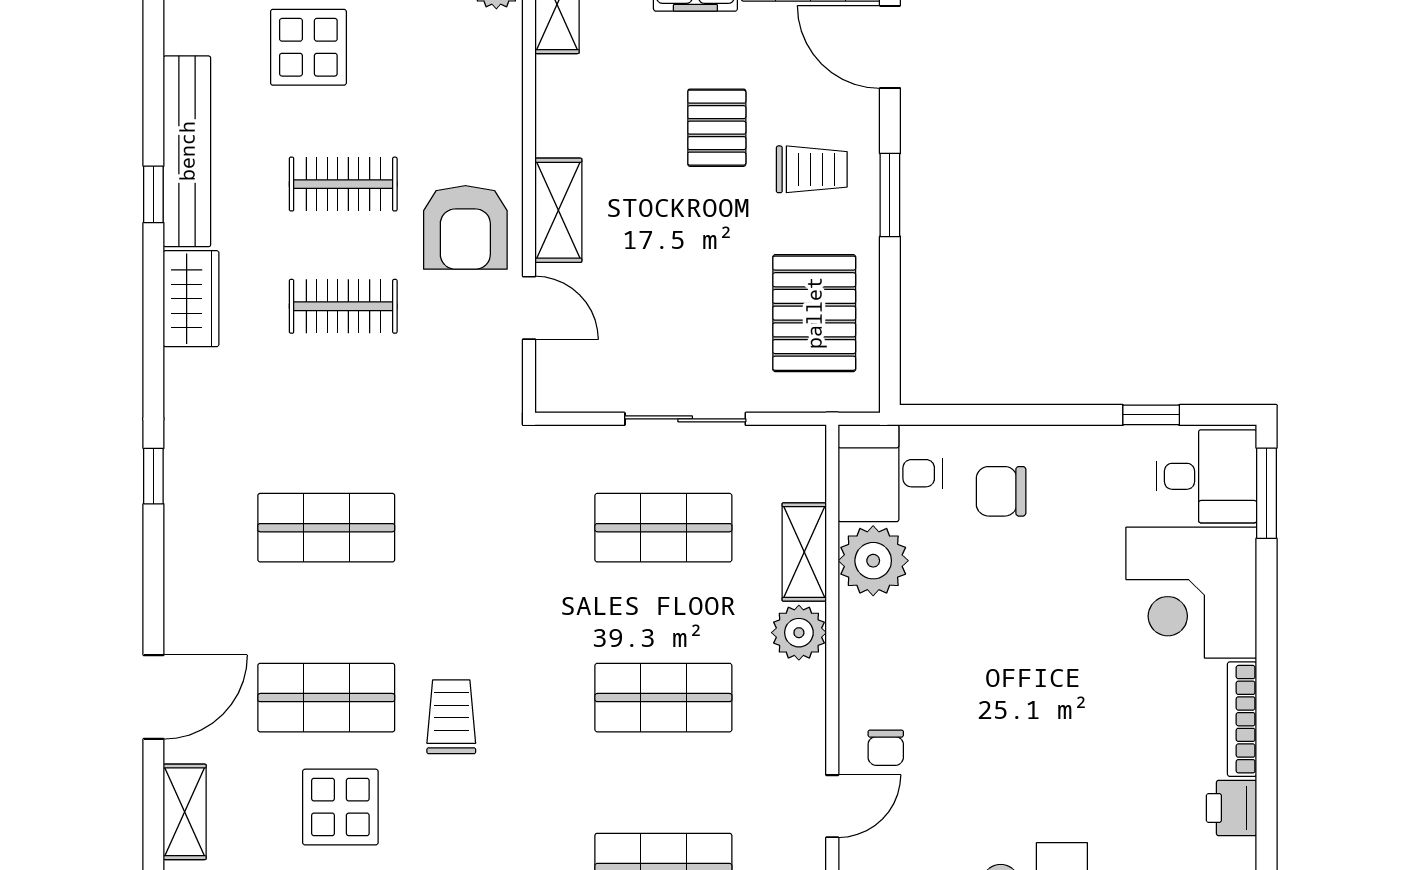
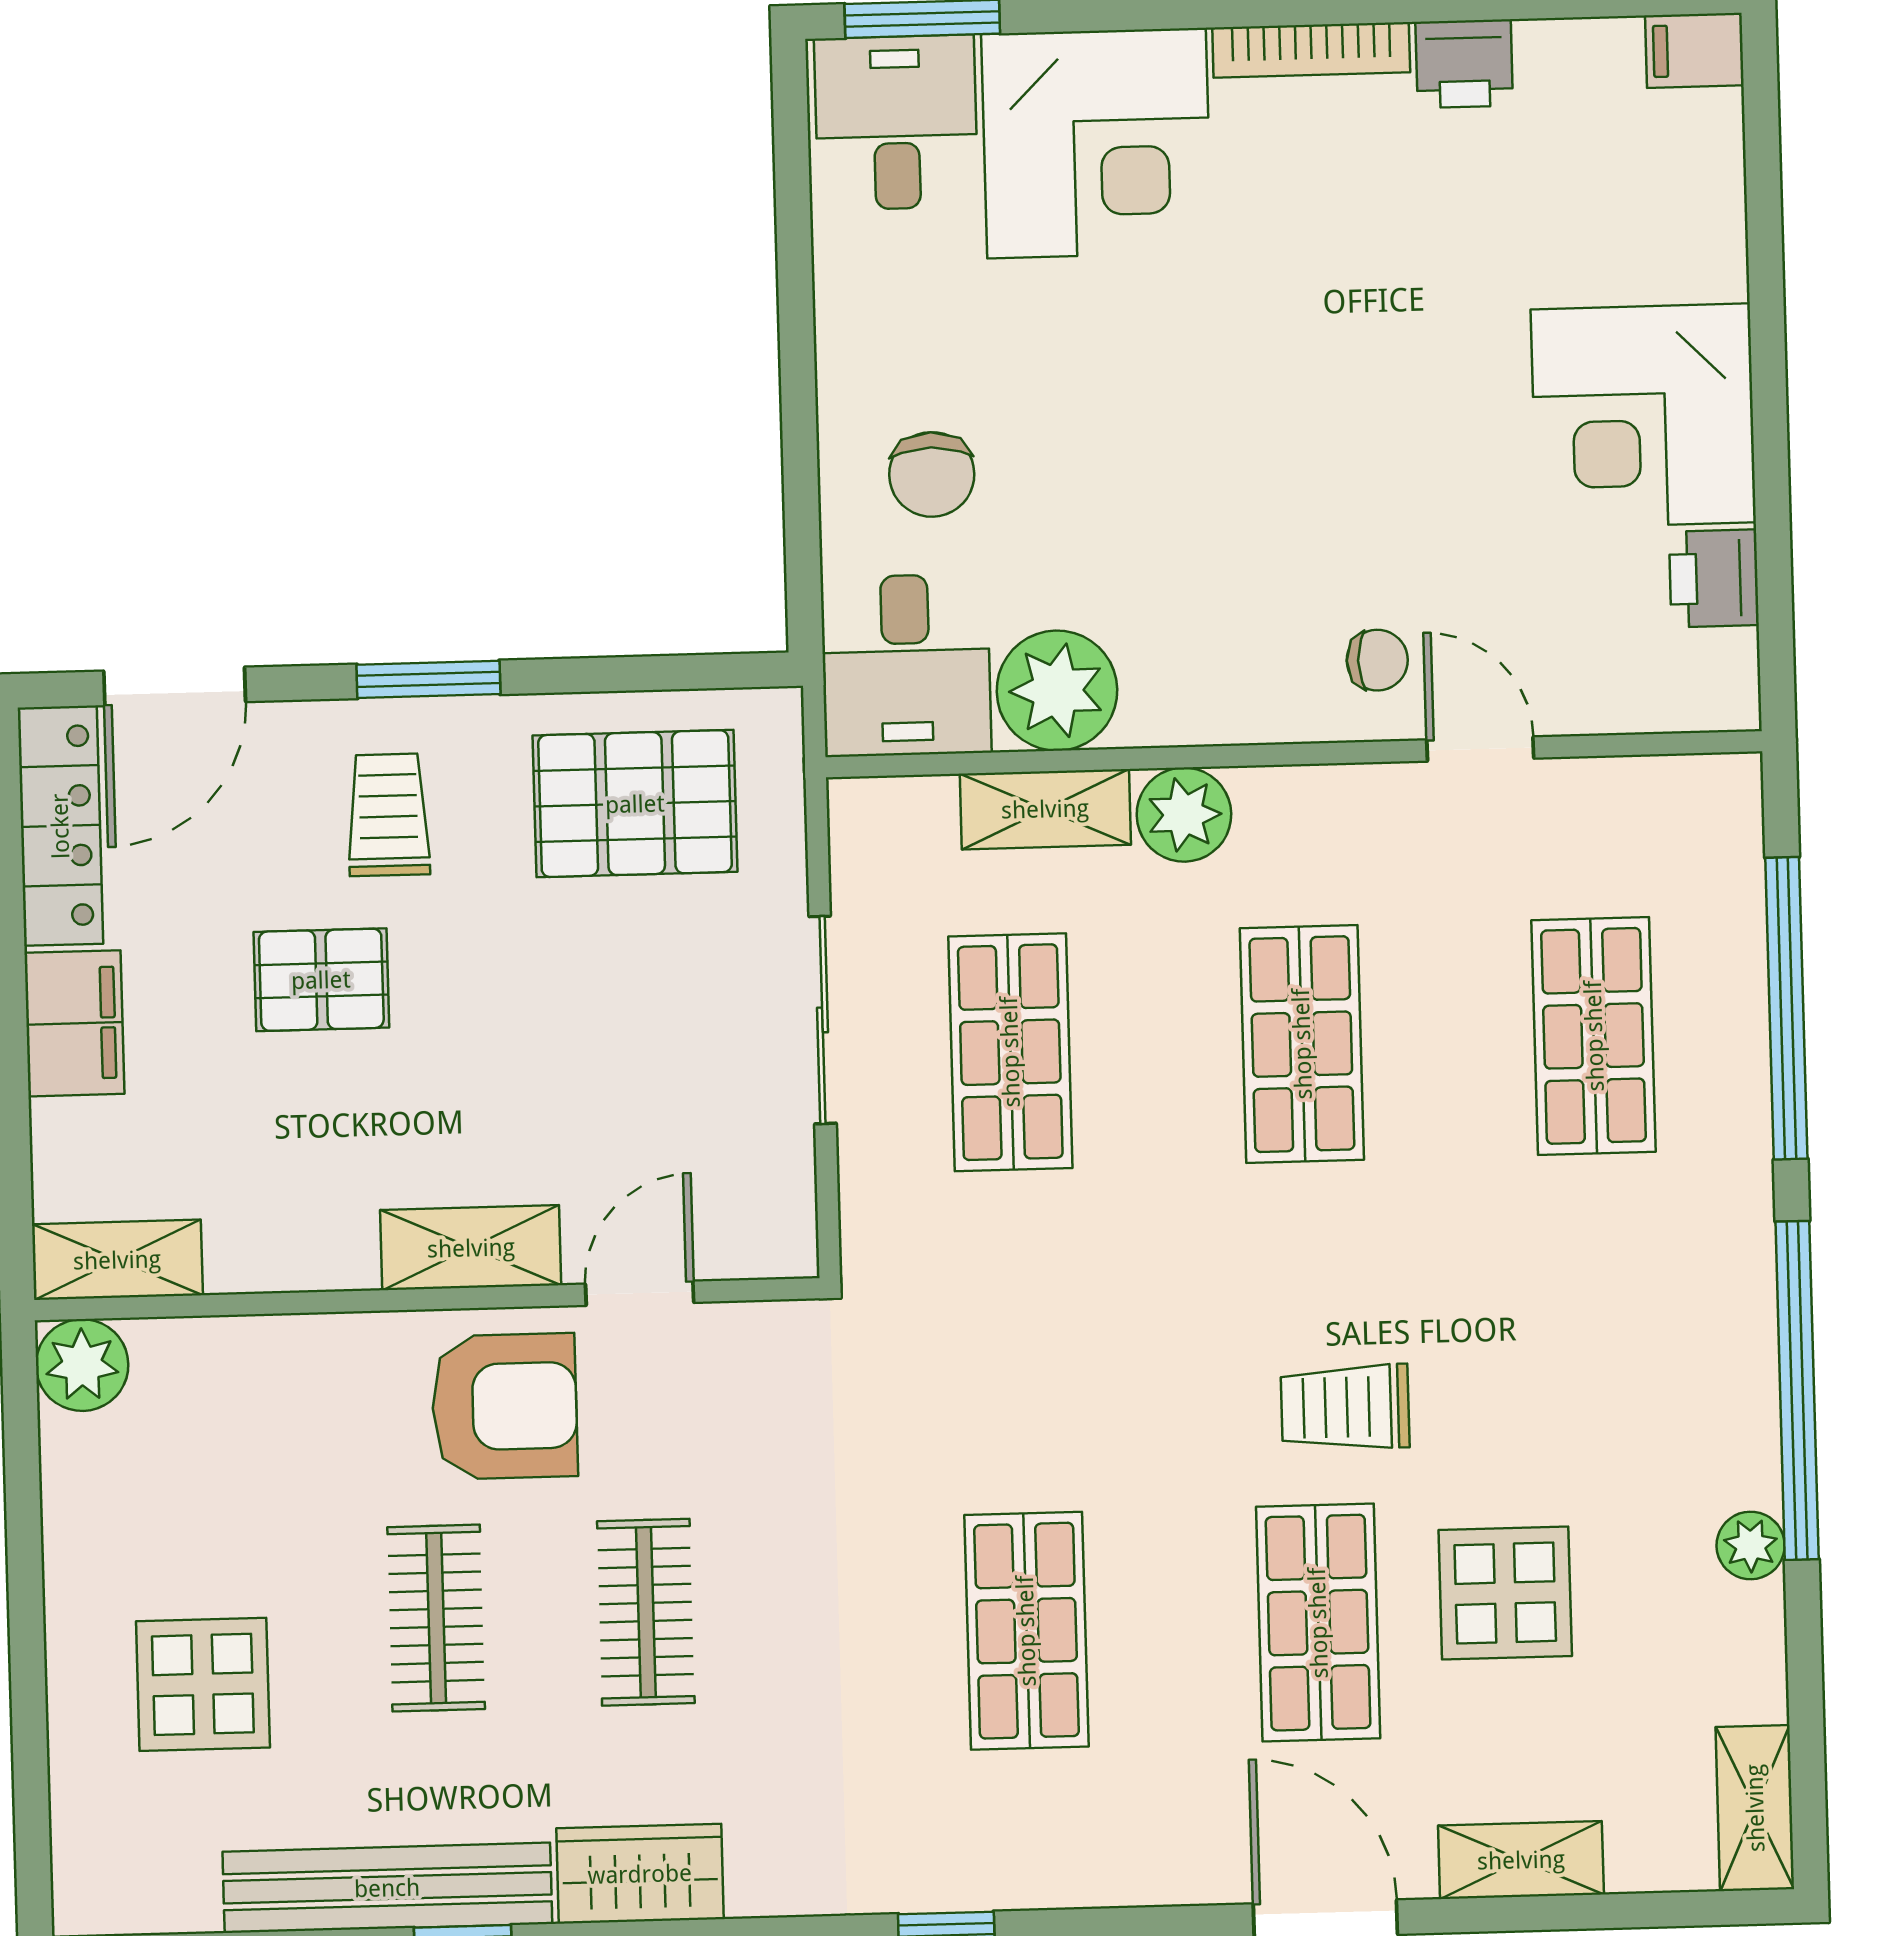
window: (1151, 415) -> (793, 221), removed

